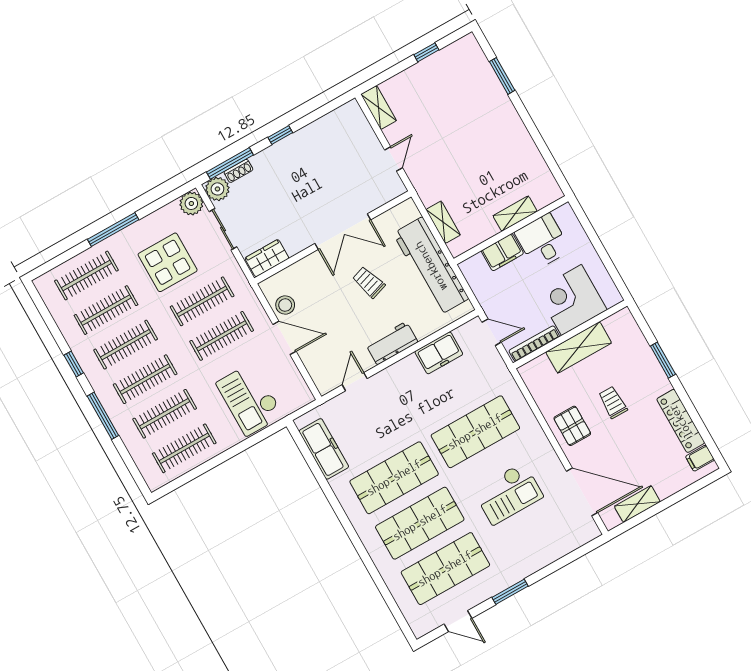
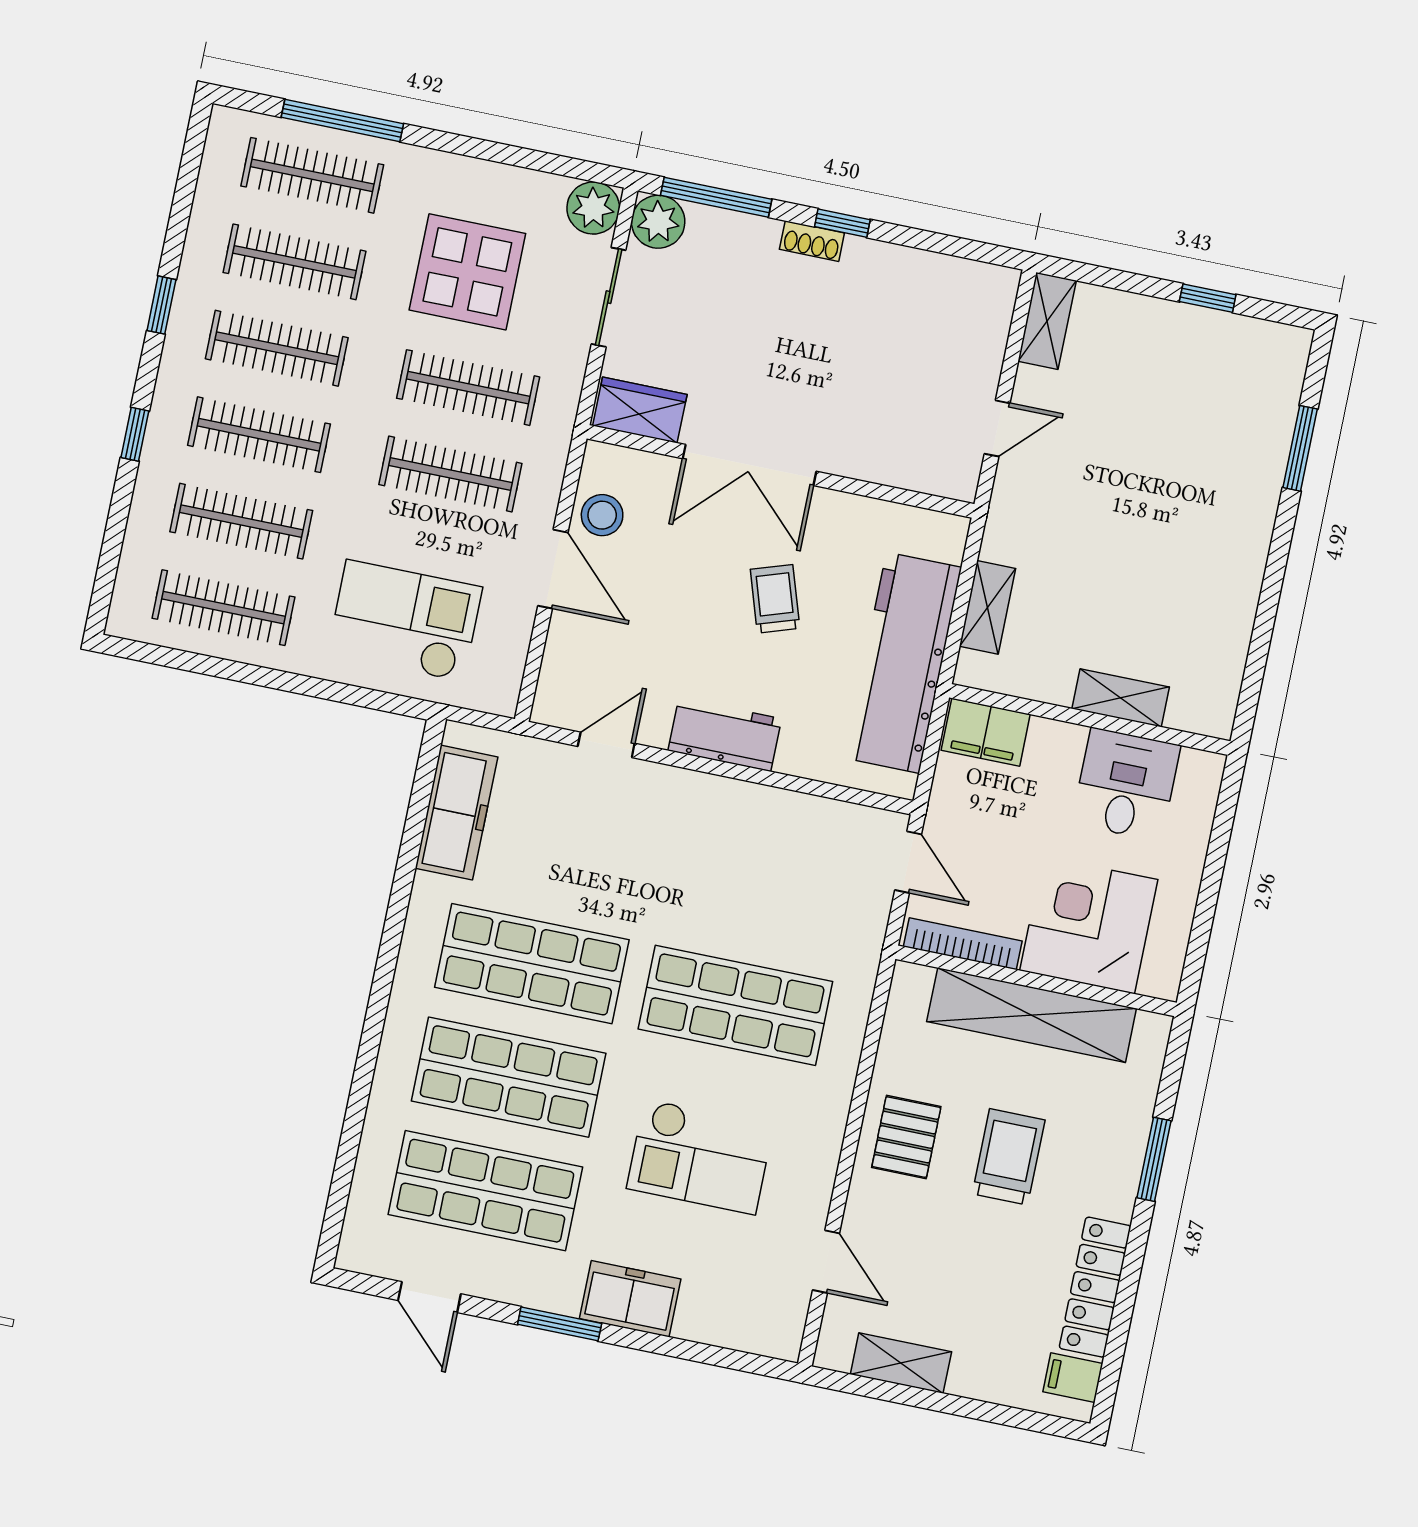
shoe rack: (238, 171) -> (812, 241), moved
window: (113, 230) -> (342, 121), moved
double door: (343, 232) -> (749, 465), moved
filing cabinet: (502, 252) -> (986, 732), moved
shelving: (579, 347) -> (1032, 1015), width x1.47
freezer: (439, 353) -> (630, 1299), moved, turned 180
checkout: (250, 399) -> (405, 621), turned 90
trolley: (613, 402) -> (1009, 1157), width x1.36, depth x1.39
window: (103, 416) -> (135, 434), width x0.46
door: (582, 492) -> (826, 1262), width x0.53

